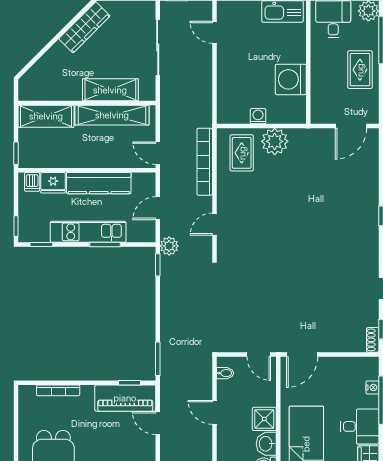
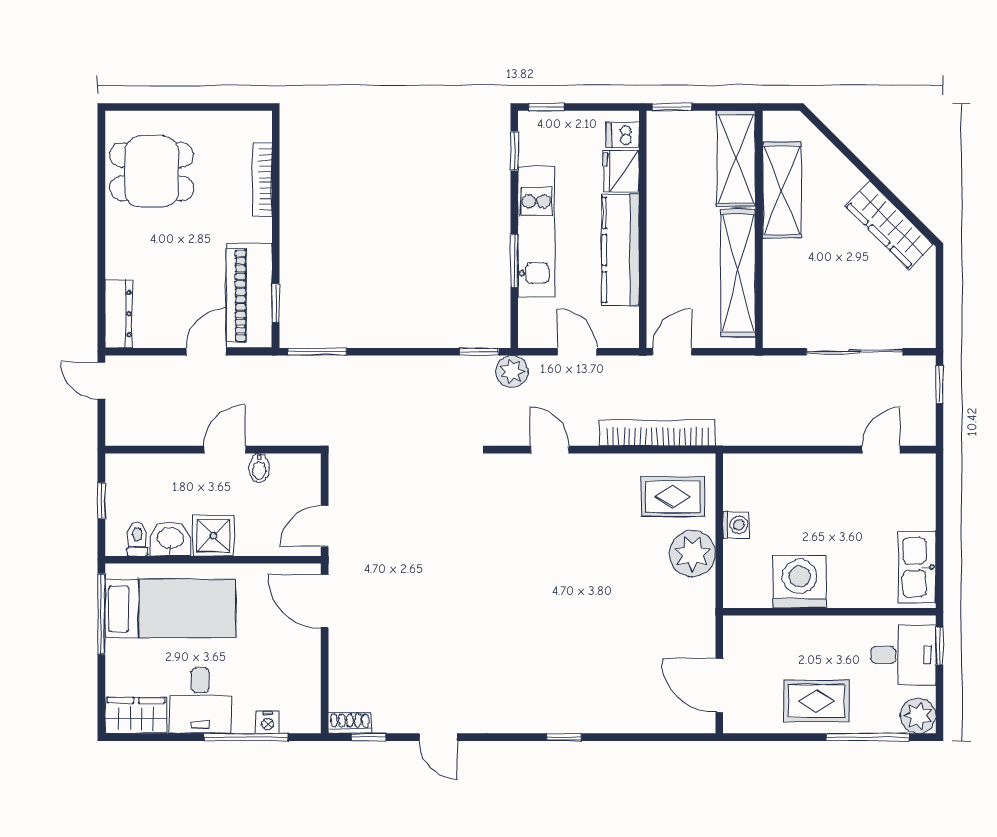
shelving: (110, 90) -> (782, 190), moved
bidet: (225, 373) -> (259, 468), moved

